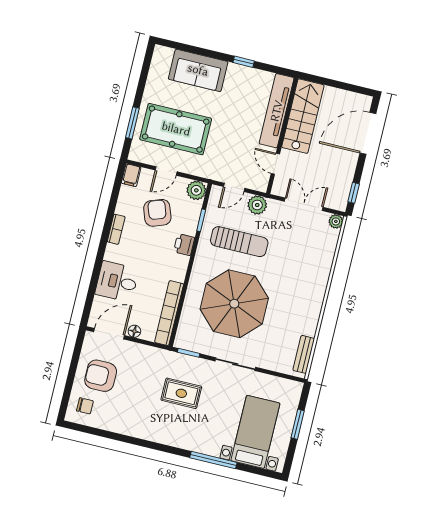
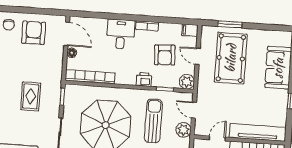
armchair: (157, 213) -> (165, 55), turned 107
sun lounger: (239, 242) -> (153, 121), turned 180
desk: (117, 282) -> (121, 34), moved

